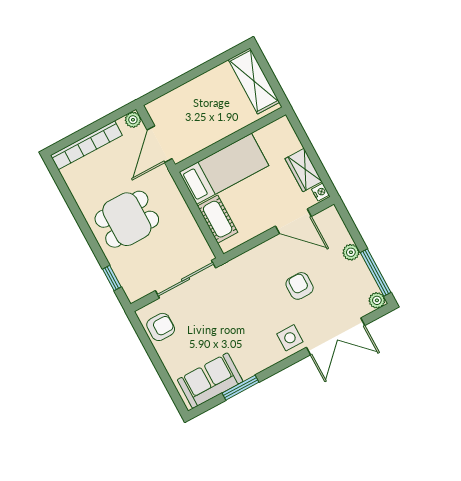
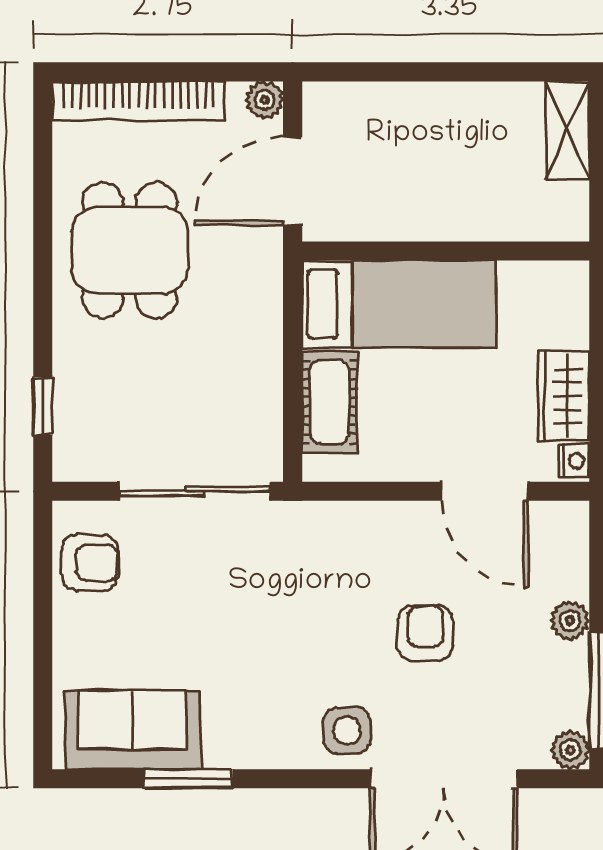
shelving: (254, 81) -> (567, 130), width x0.67, depth x0.75
dining table: (127, 219) -> (130, 250), moved, turned 90

